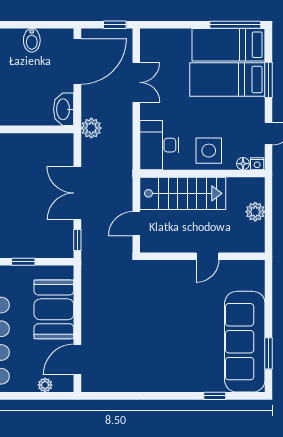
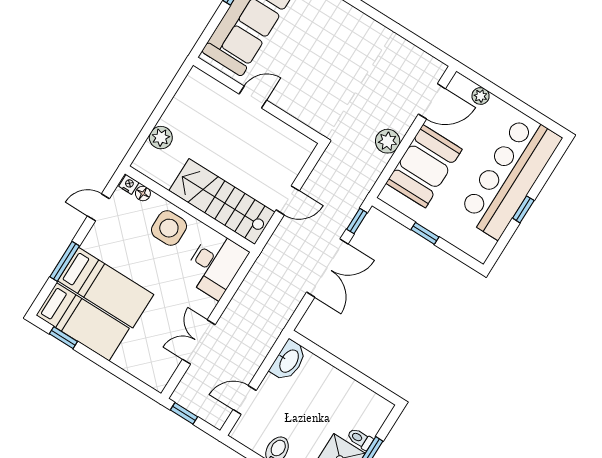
window: (235, 25) -> (63, 338), width x0.46
door: (77, 61) -> (245, 400), width x0.53
plant: (91, 128) -> (388, 141), moved
wall: (202, 256) -> (258, 100), moved
door: (207, 256) -> (253, 97), moved

